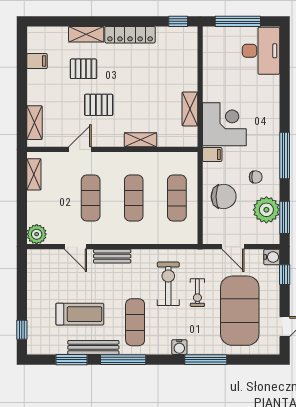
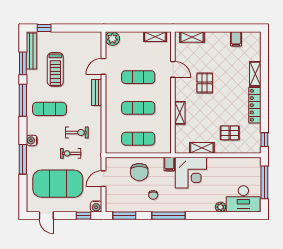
pallet: (83, 69) -> (230, 133), moved, turned 90
plant: (266, 210) -> (220, 207), moved, width x0.53, depth x0.53
exercise bike: (168, 284) -> (77, 133), width x0.73, depth x0.72
bench: (93, 347) -> (32, 51), moved

